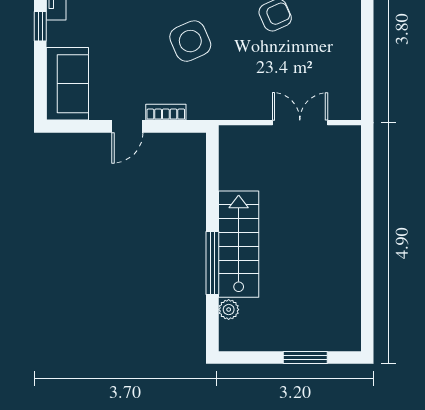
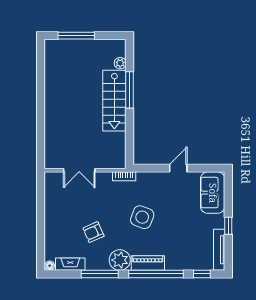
side table: (190, 41) -> (142, 217), turned 45
bookcase: (166, 112) -> (124, 176), moved
window: (305, 357) -> (76, 36), width x1.44

